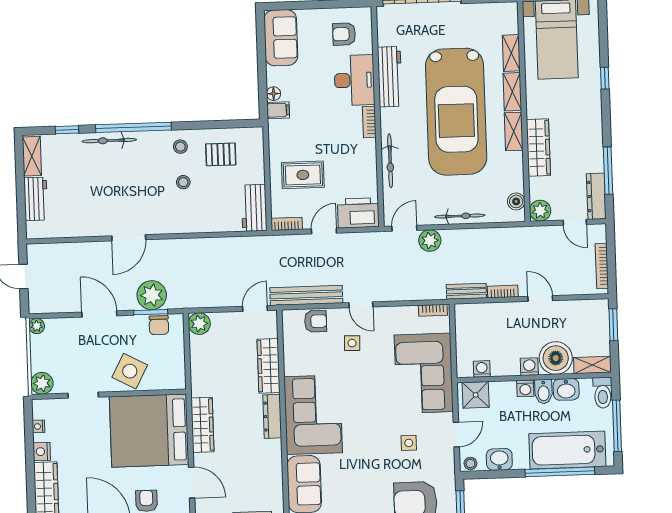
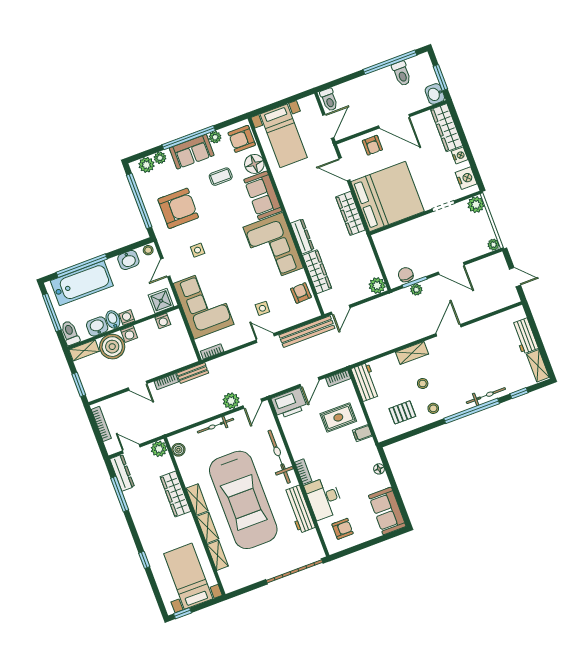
filing cabinet: (278, 110) -> (362, 433), moved
car: (456, 112) -> (243, 500), turned 180
bicycle: (390, 161) -> (279, 457), width x1.37, depth x1.40
shelving: (184, 225) -> (412, 353), added
plant: (152, 295) -> (416, 290), width x0.53, depth x0.53
armchair: (316, 321) -> (301, 293), moved, turned 88
side table: (130, 371) -> (416, 235), removed
nightstand: (38, 426) -> (466, 178), width x1.89, depth x1.79

